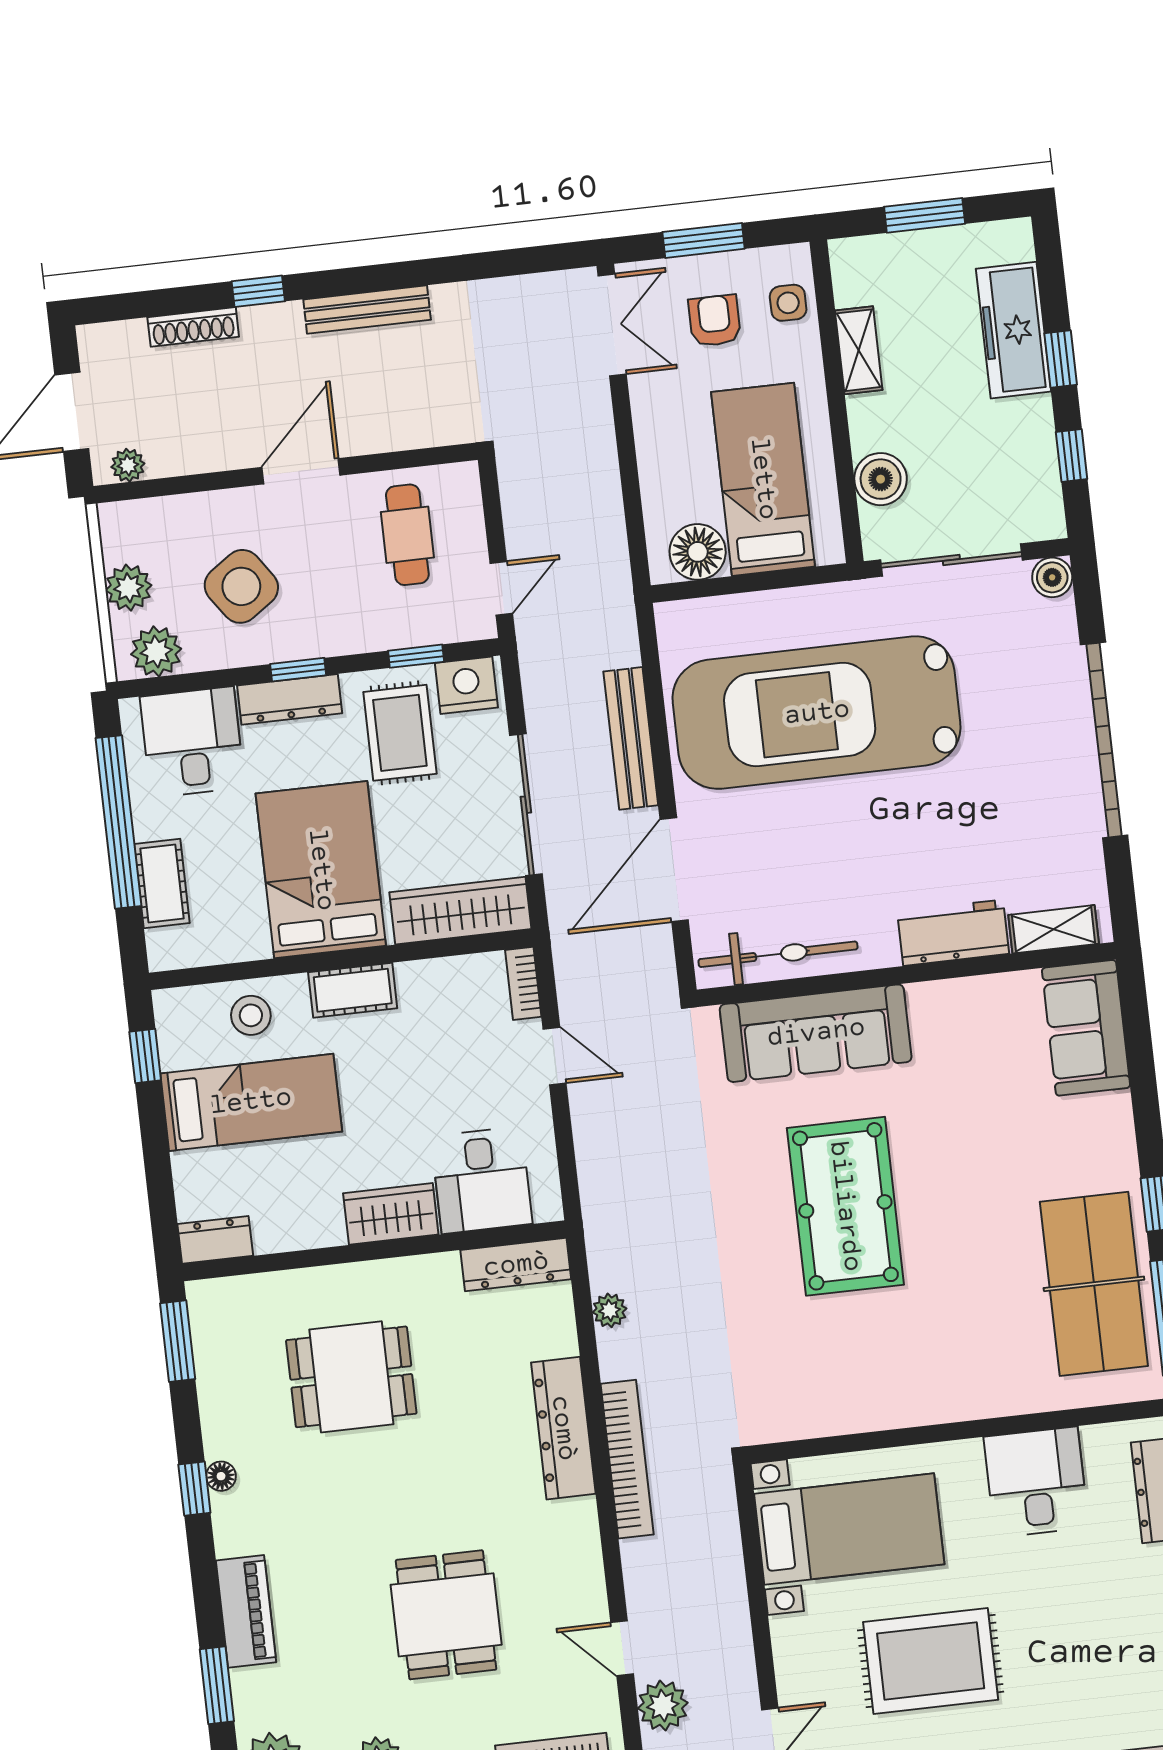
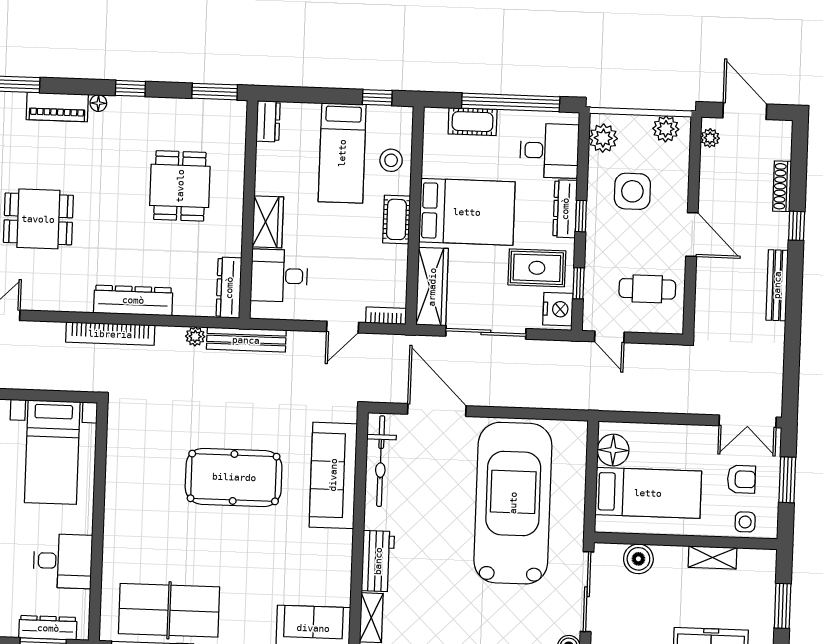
side table: (241, 586) -> (632, 191), turned 35
plant: (128, 588) -> (666, 129), moved
bench: (631, 738) -> (246, 340), moved
floor lamp: (221, 1476) -> (98, 103), moved

